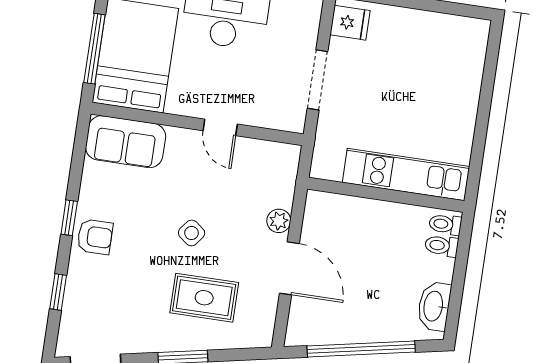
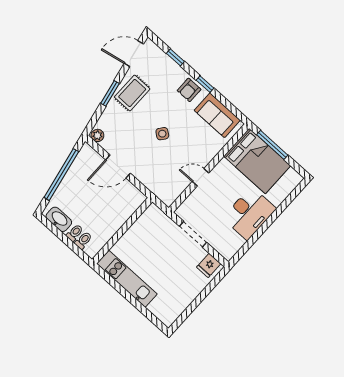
sofa: (126, 142) -> (217, 115), moved, turned -90
kitchen unit: (406, 175) -> (127, 279), moved, turned -90
plant: (279, 221) -> (97, 135), moved
toilet: (445, 224) -> (75, 233), moved
rug: (204, 298) -> (132, 93), moved

